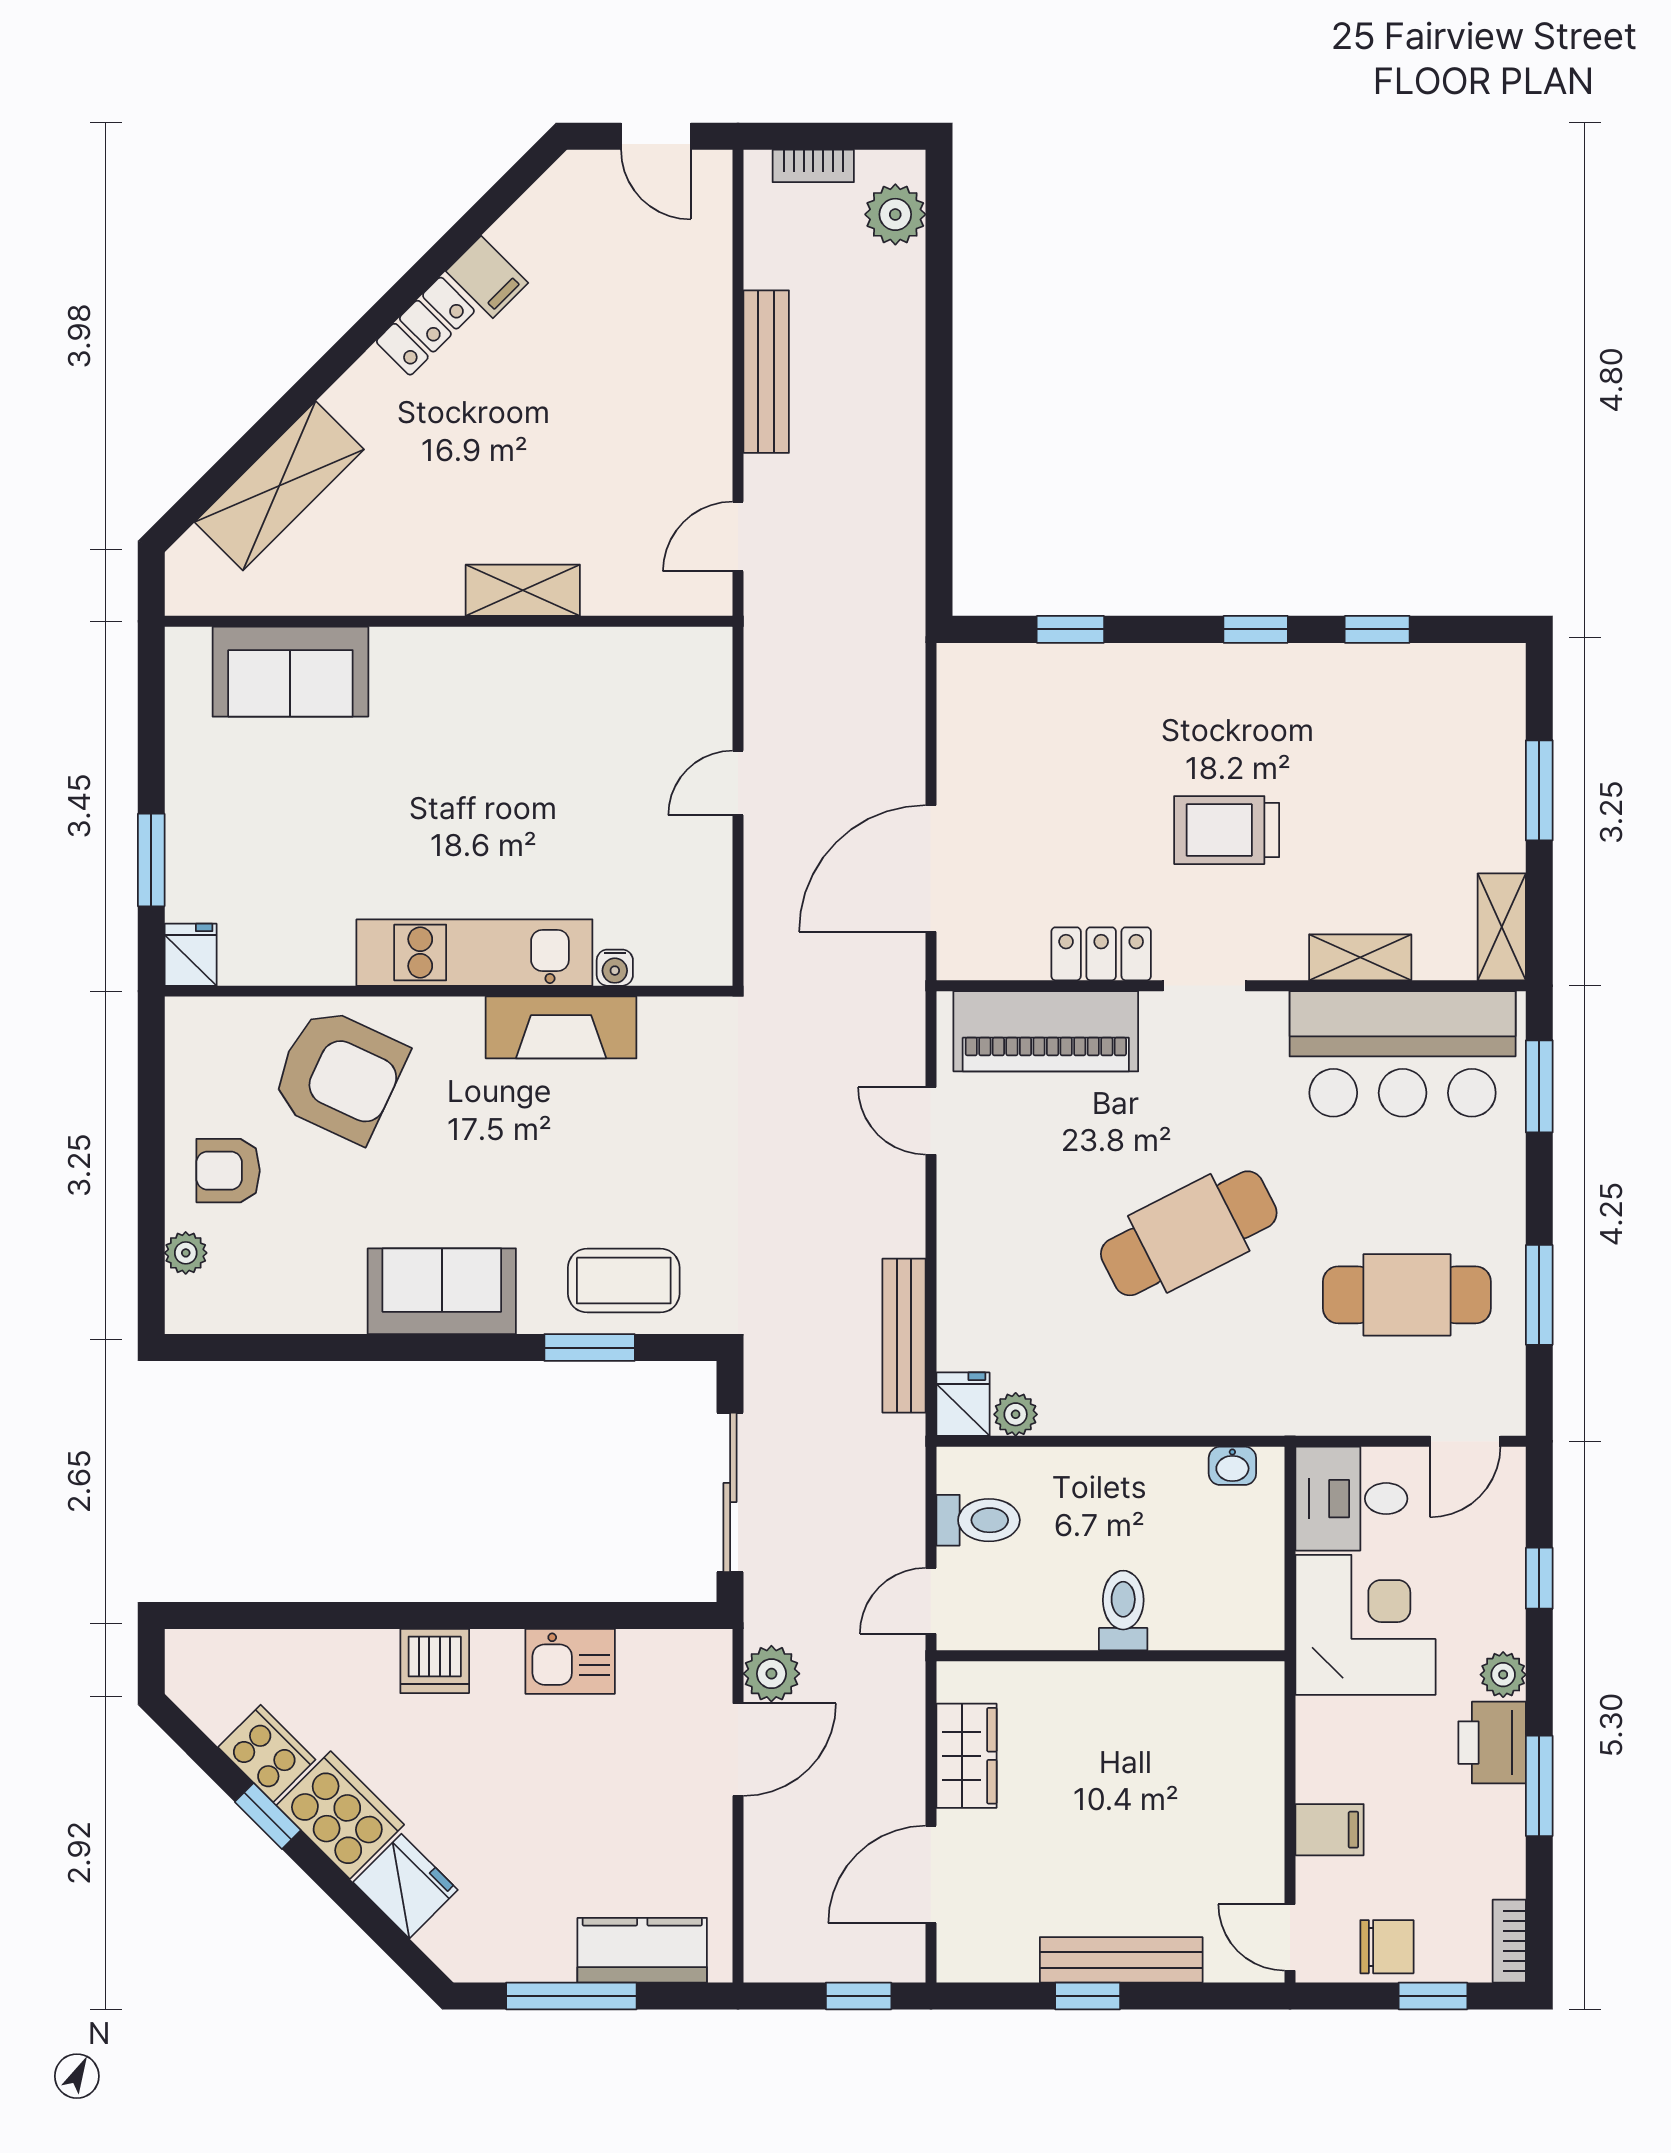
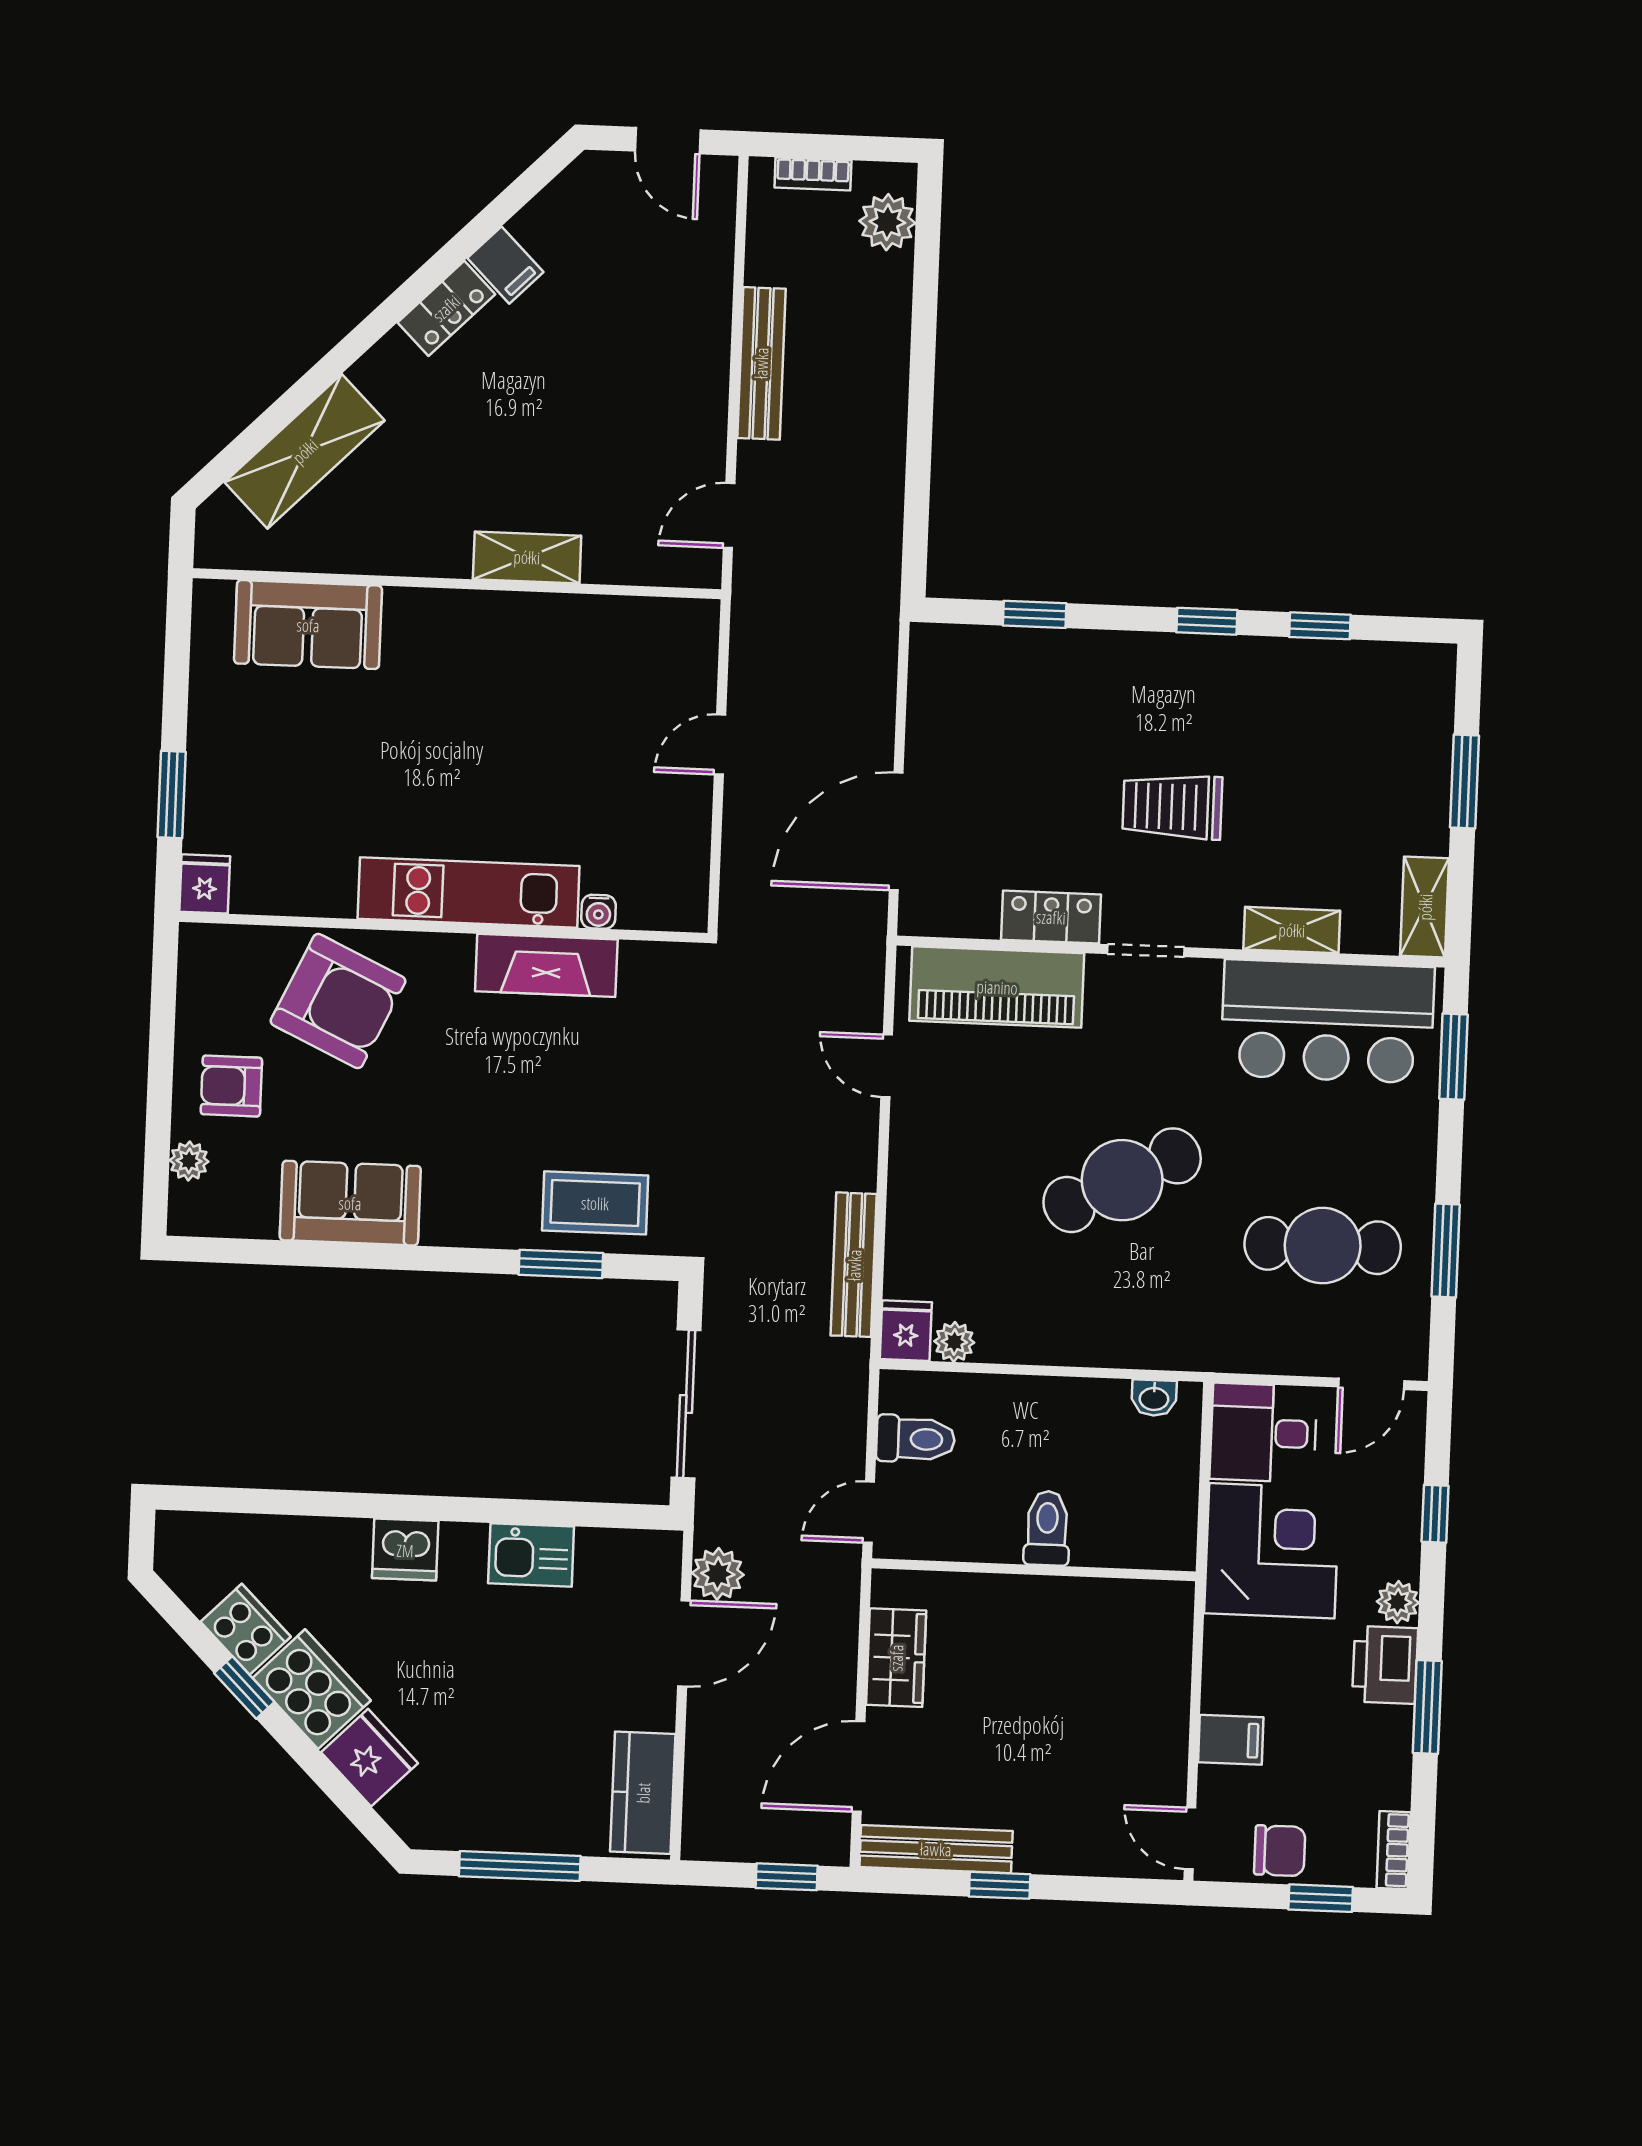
sofa: (442, 1291) -> (350, 1203), moved
kitchen counter: (642, 1950) -> (643, 1793), moved, turned -90
bench: (1121, 1960) -> (936, 1849), moved

